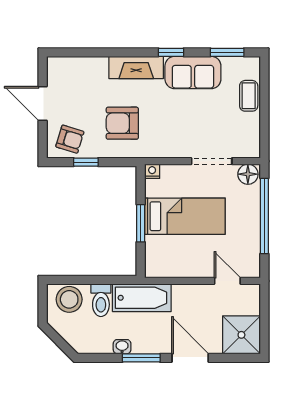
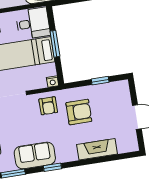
fireplace: (136, 67) -> (97, 149), moved
armchair: (70, 139) -> (48, 106), moved, turned -107
desk: (167, 256) -> (33, 23), added

